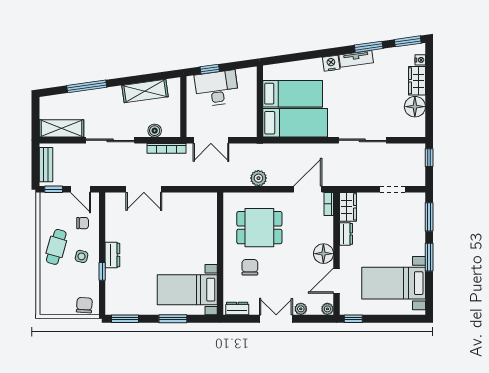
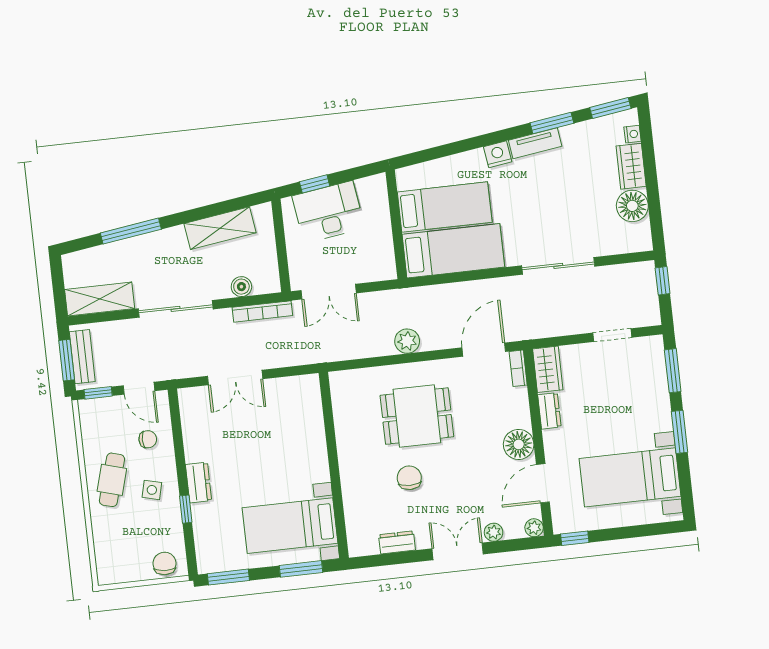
window: (36, 166) -> (67, 360), added
wall: (220, 254) -> (334, 465), moved
bed with nightstands: (187, 290) -> (290, 526), moved

